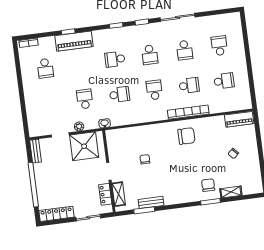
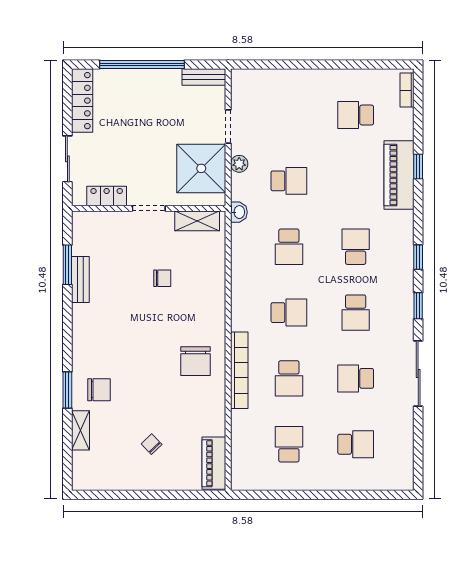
school desk: (150, 55) -> (356, 313), turned -90
school desk: (224, 81) -> (289, 444), turned 180
shelving: (119, 194) -> (197, 221), moved

